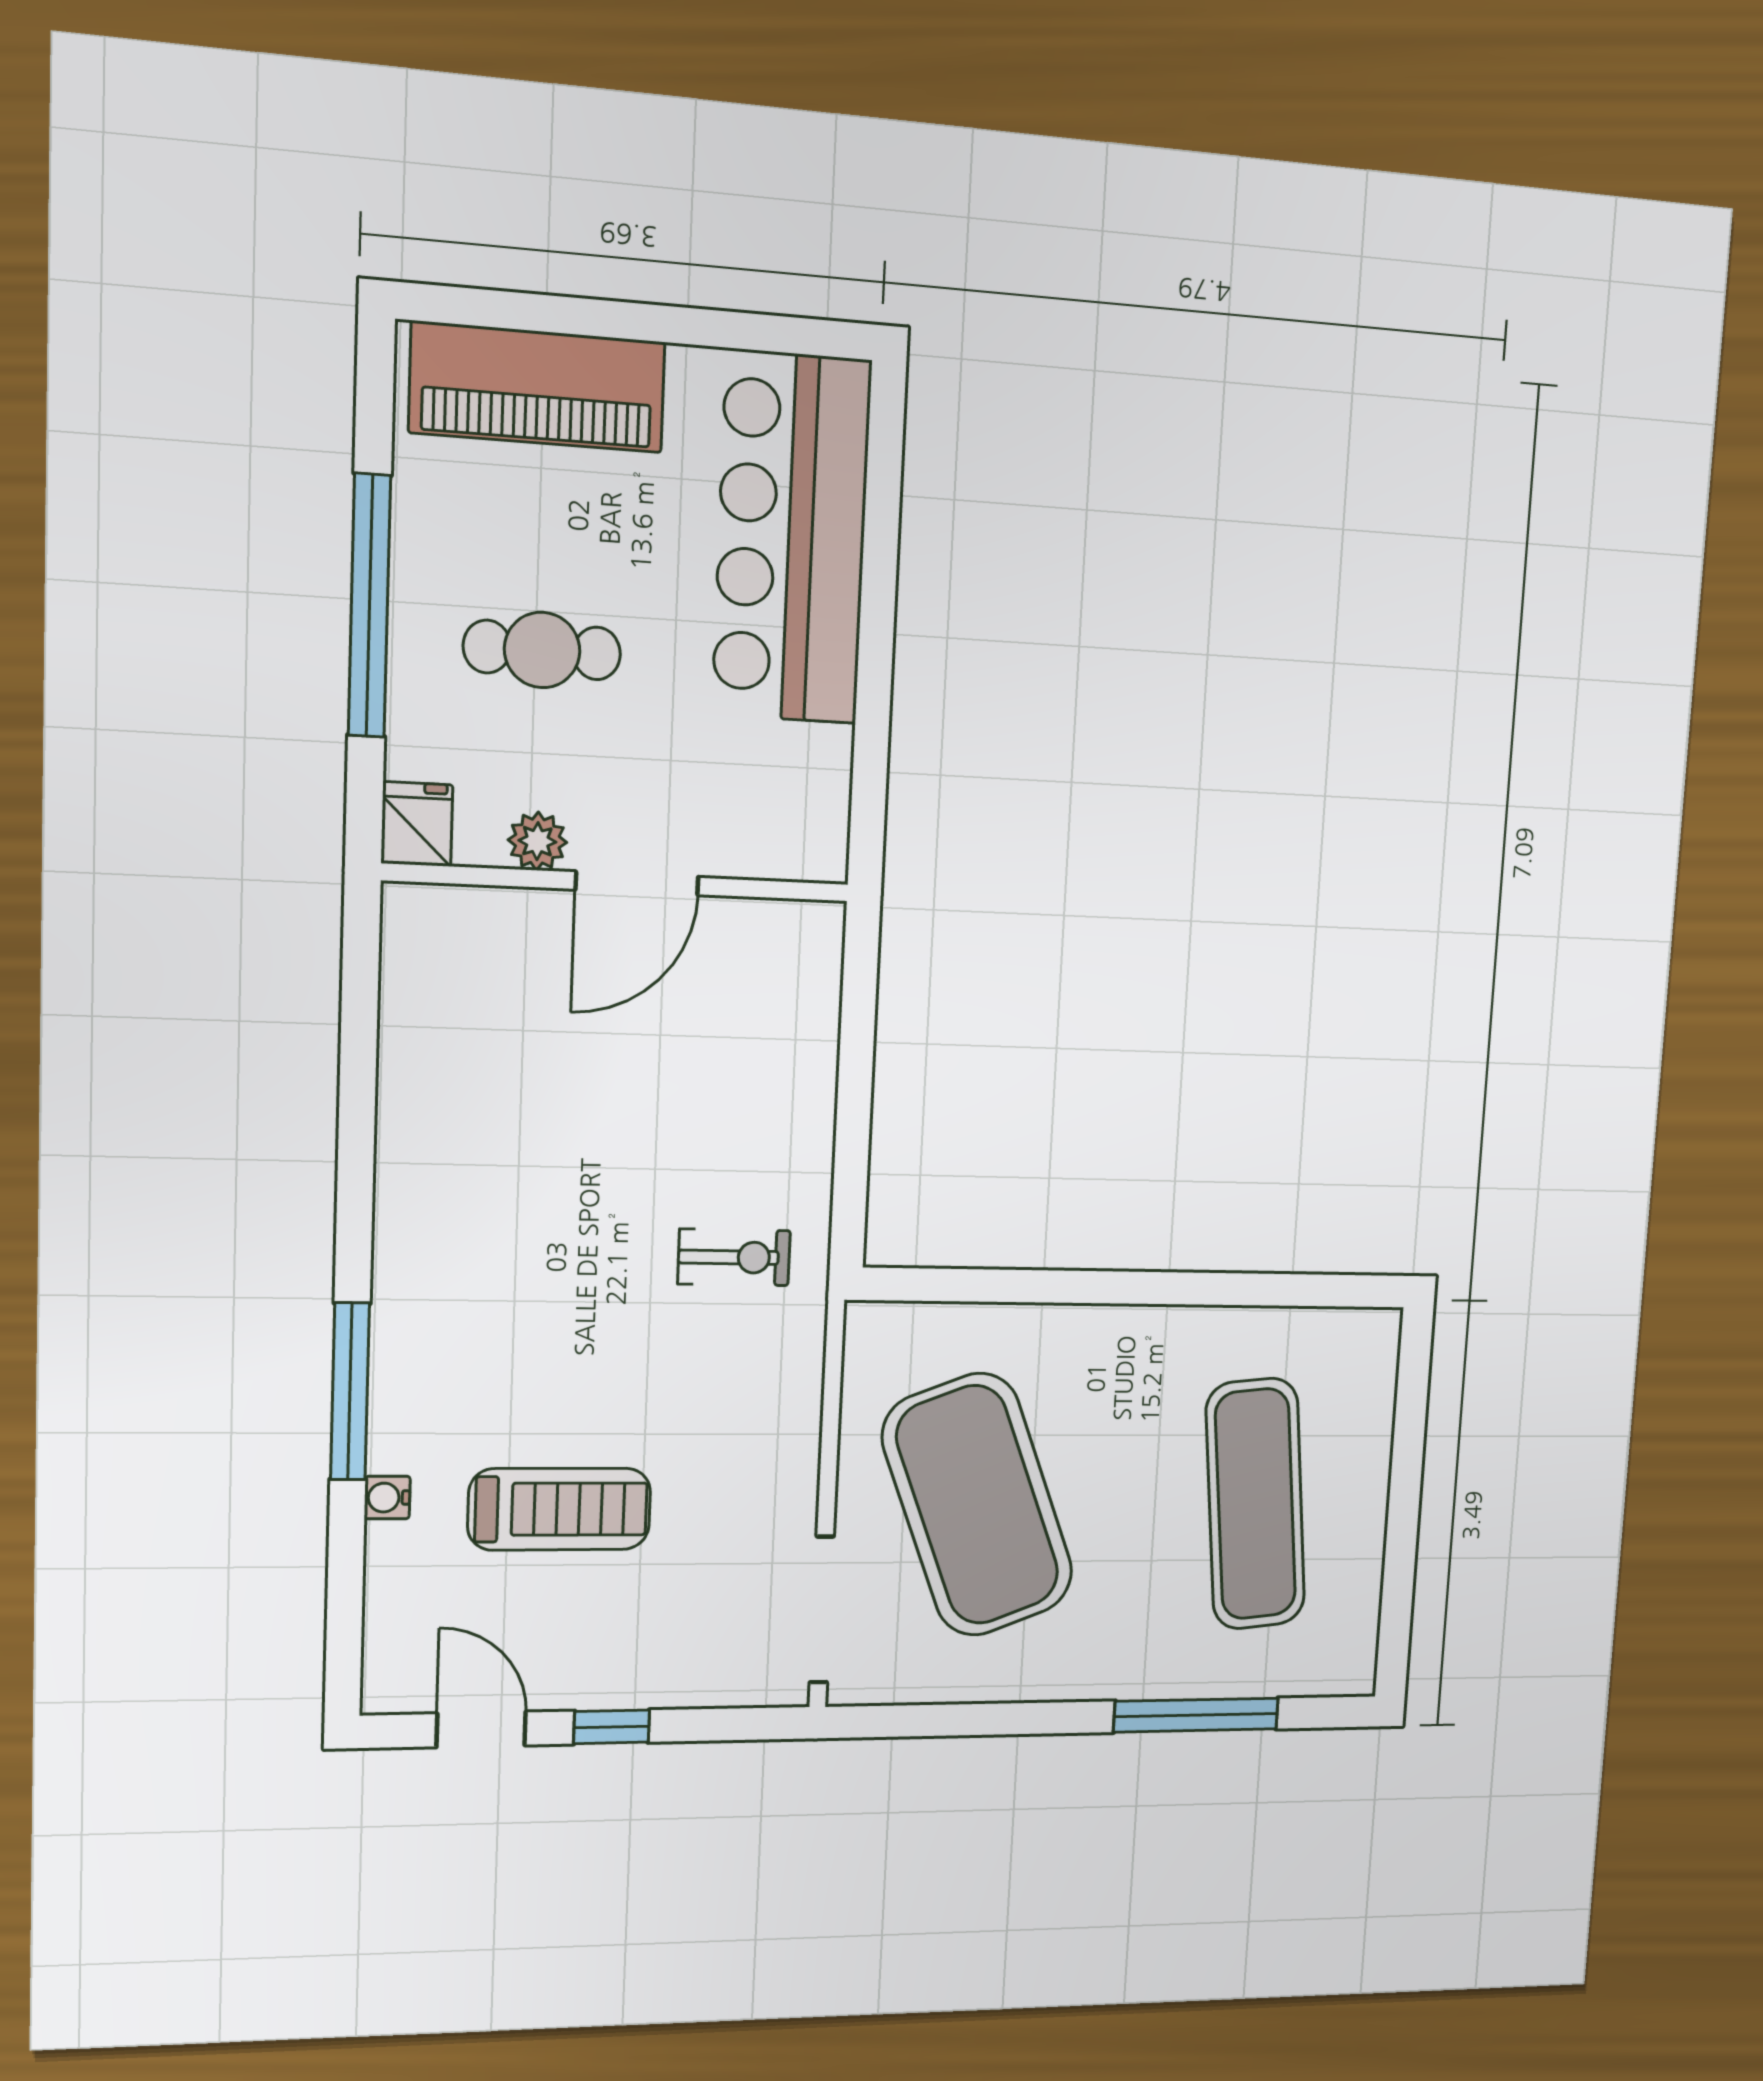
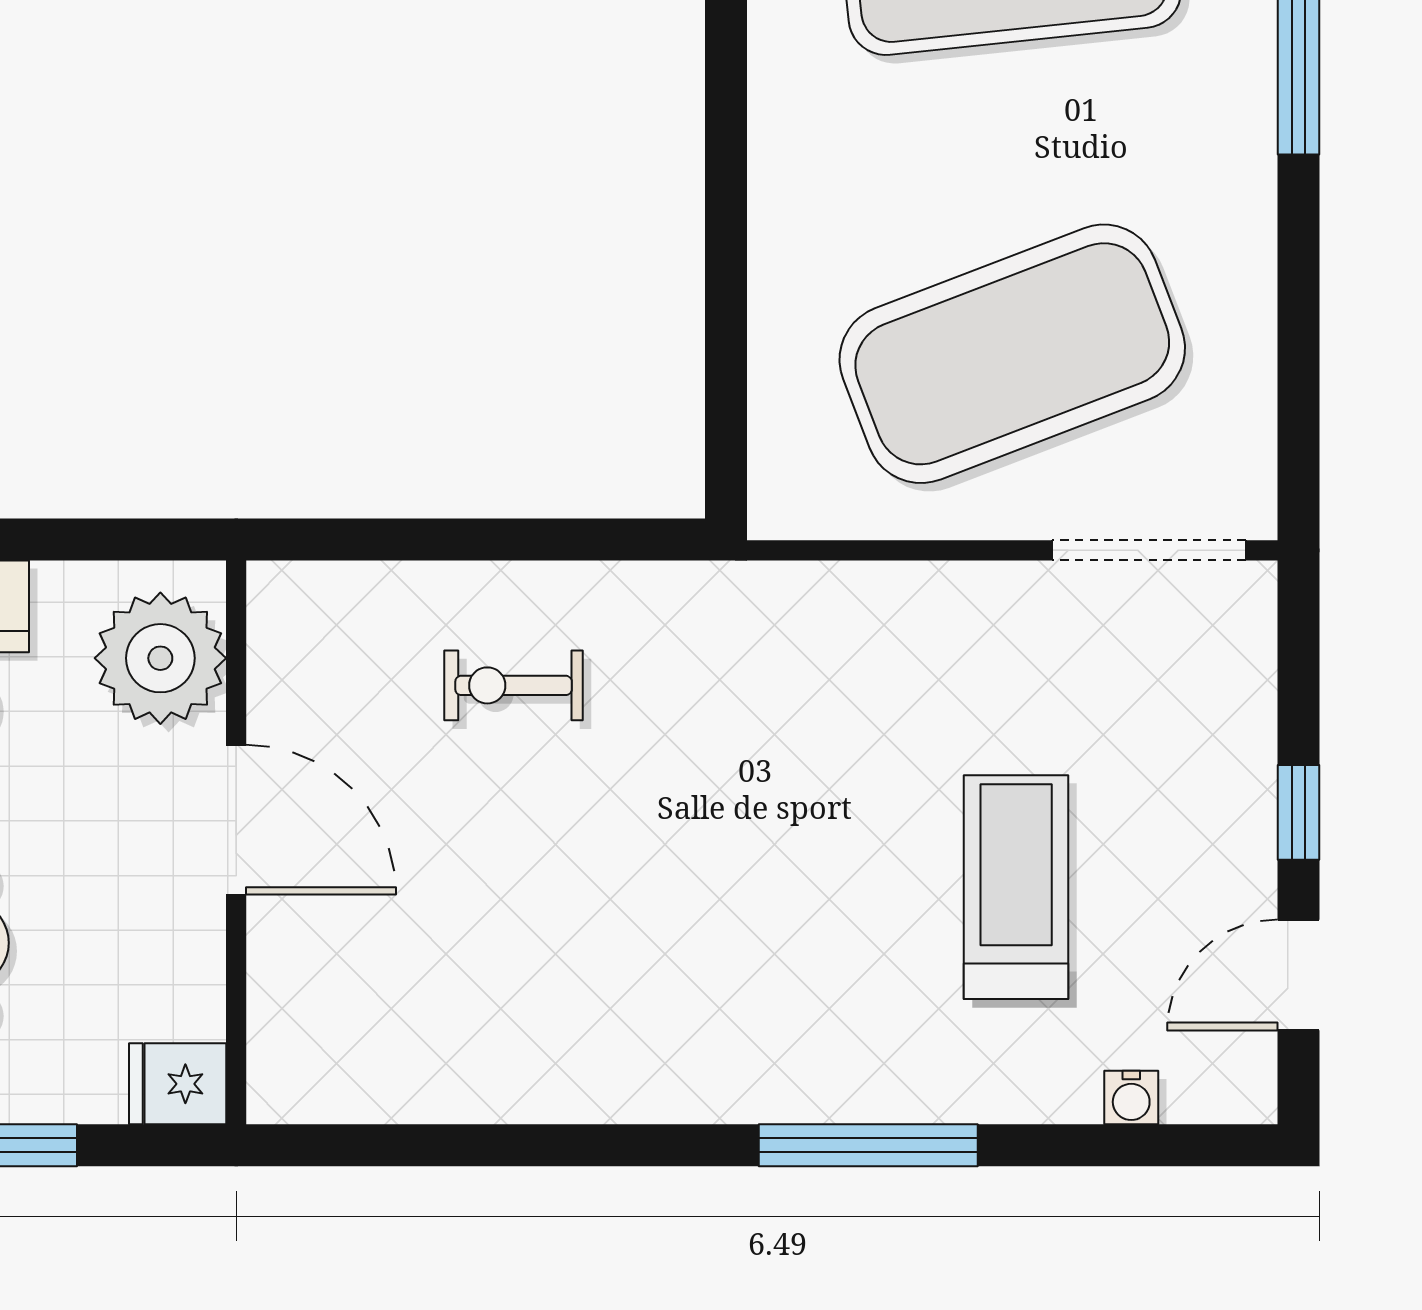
plant: (537, 841) -> (160, 658), moved, width x1.87, depth x1.87
exercise bike: (734, 1257) -> (514, 685), moved, turned -90
water cooler: (387, 1498) -> (1131, 1098), moved

